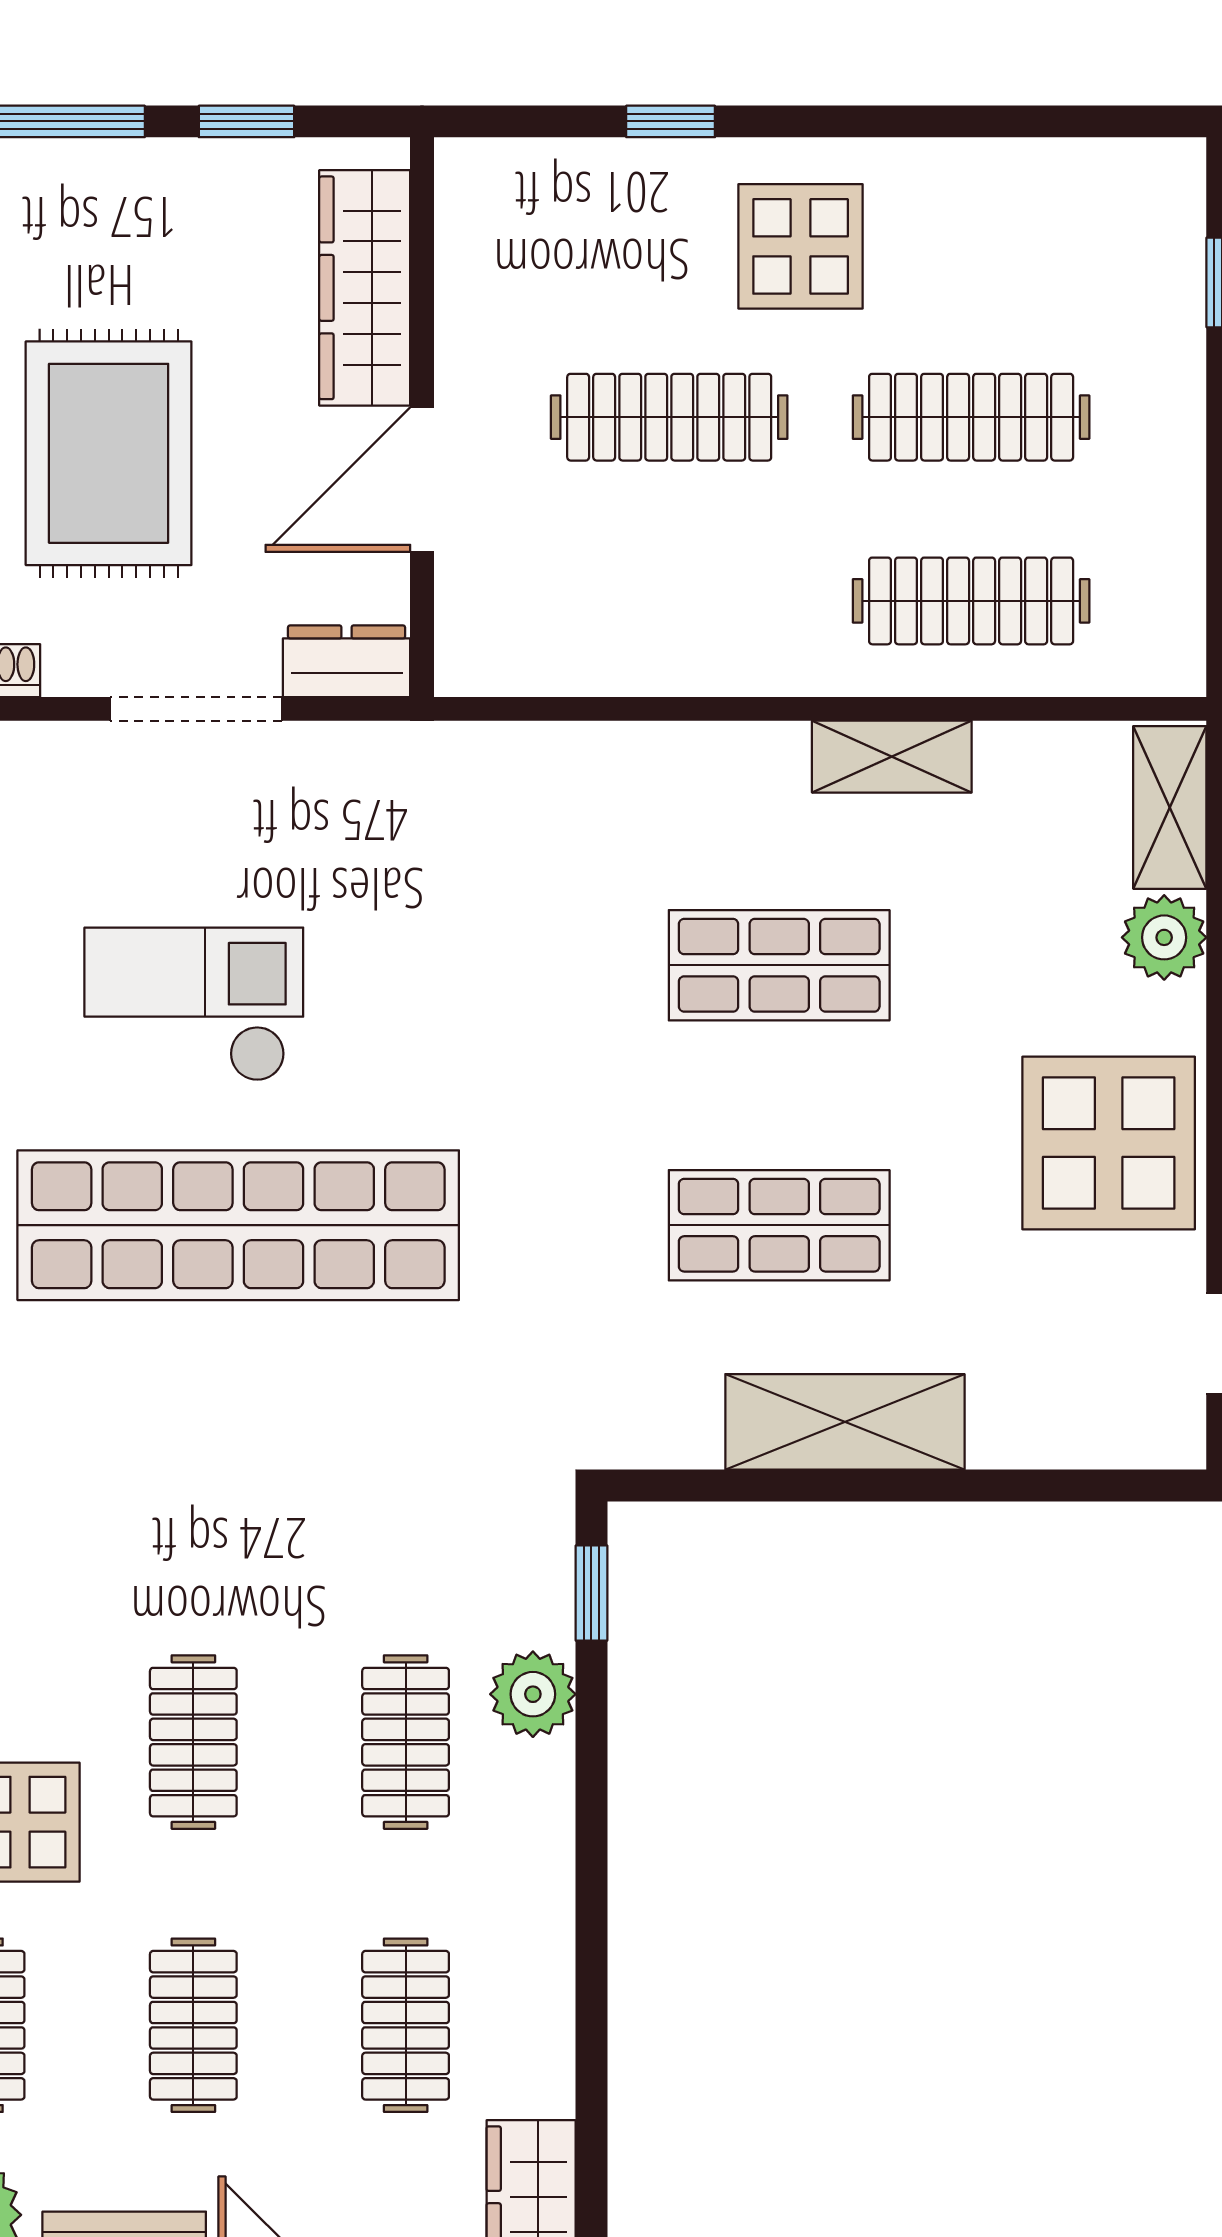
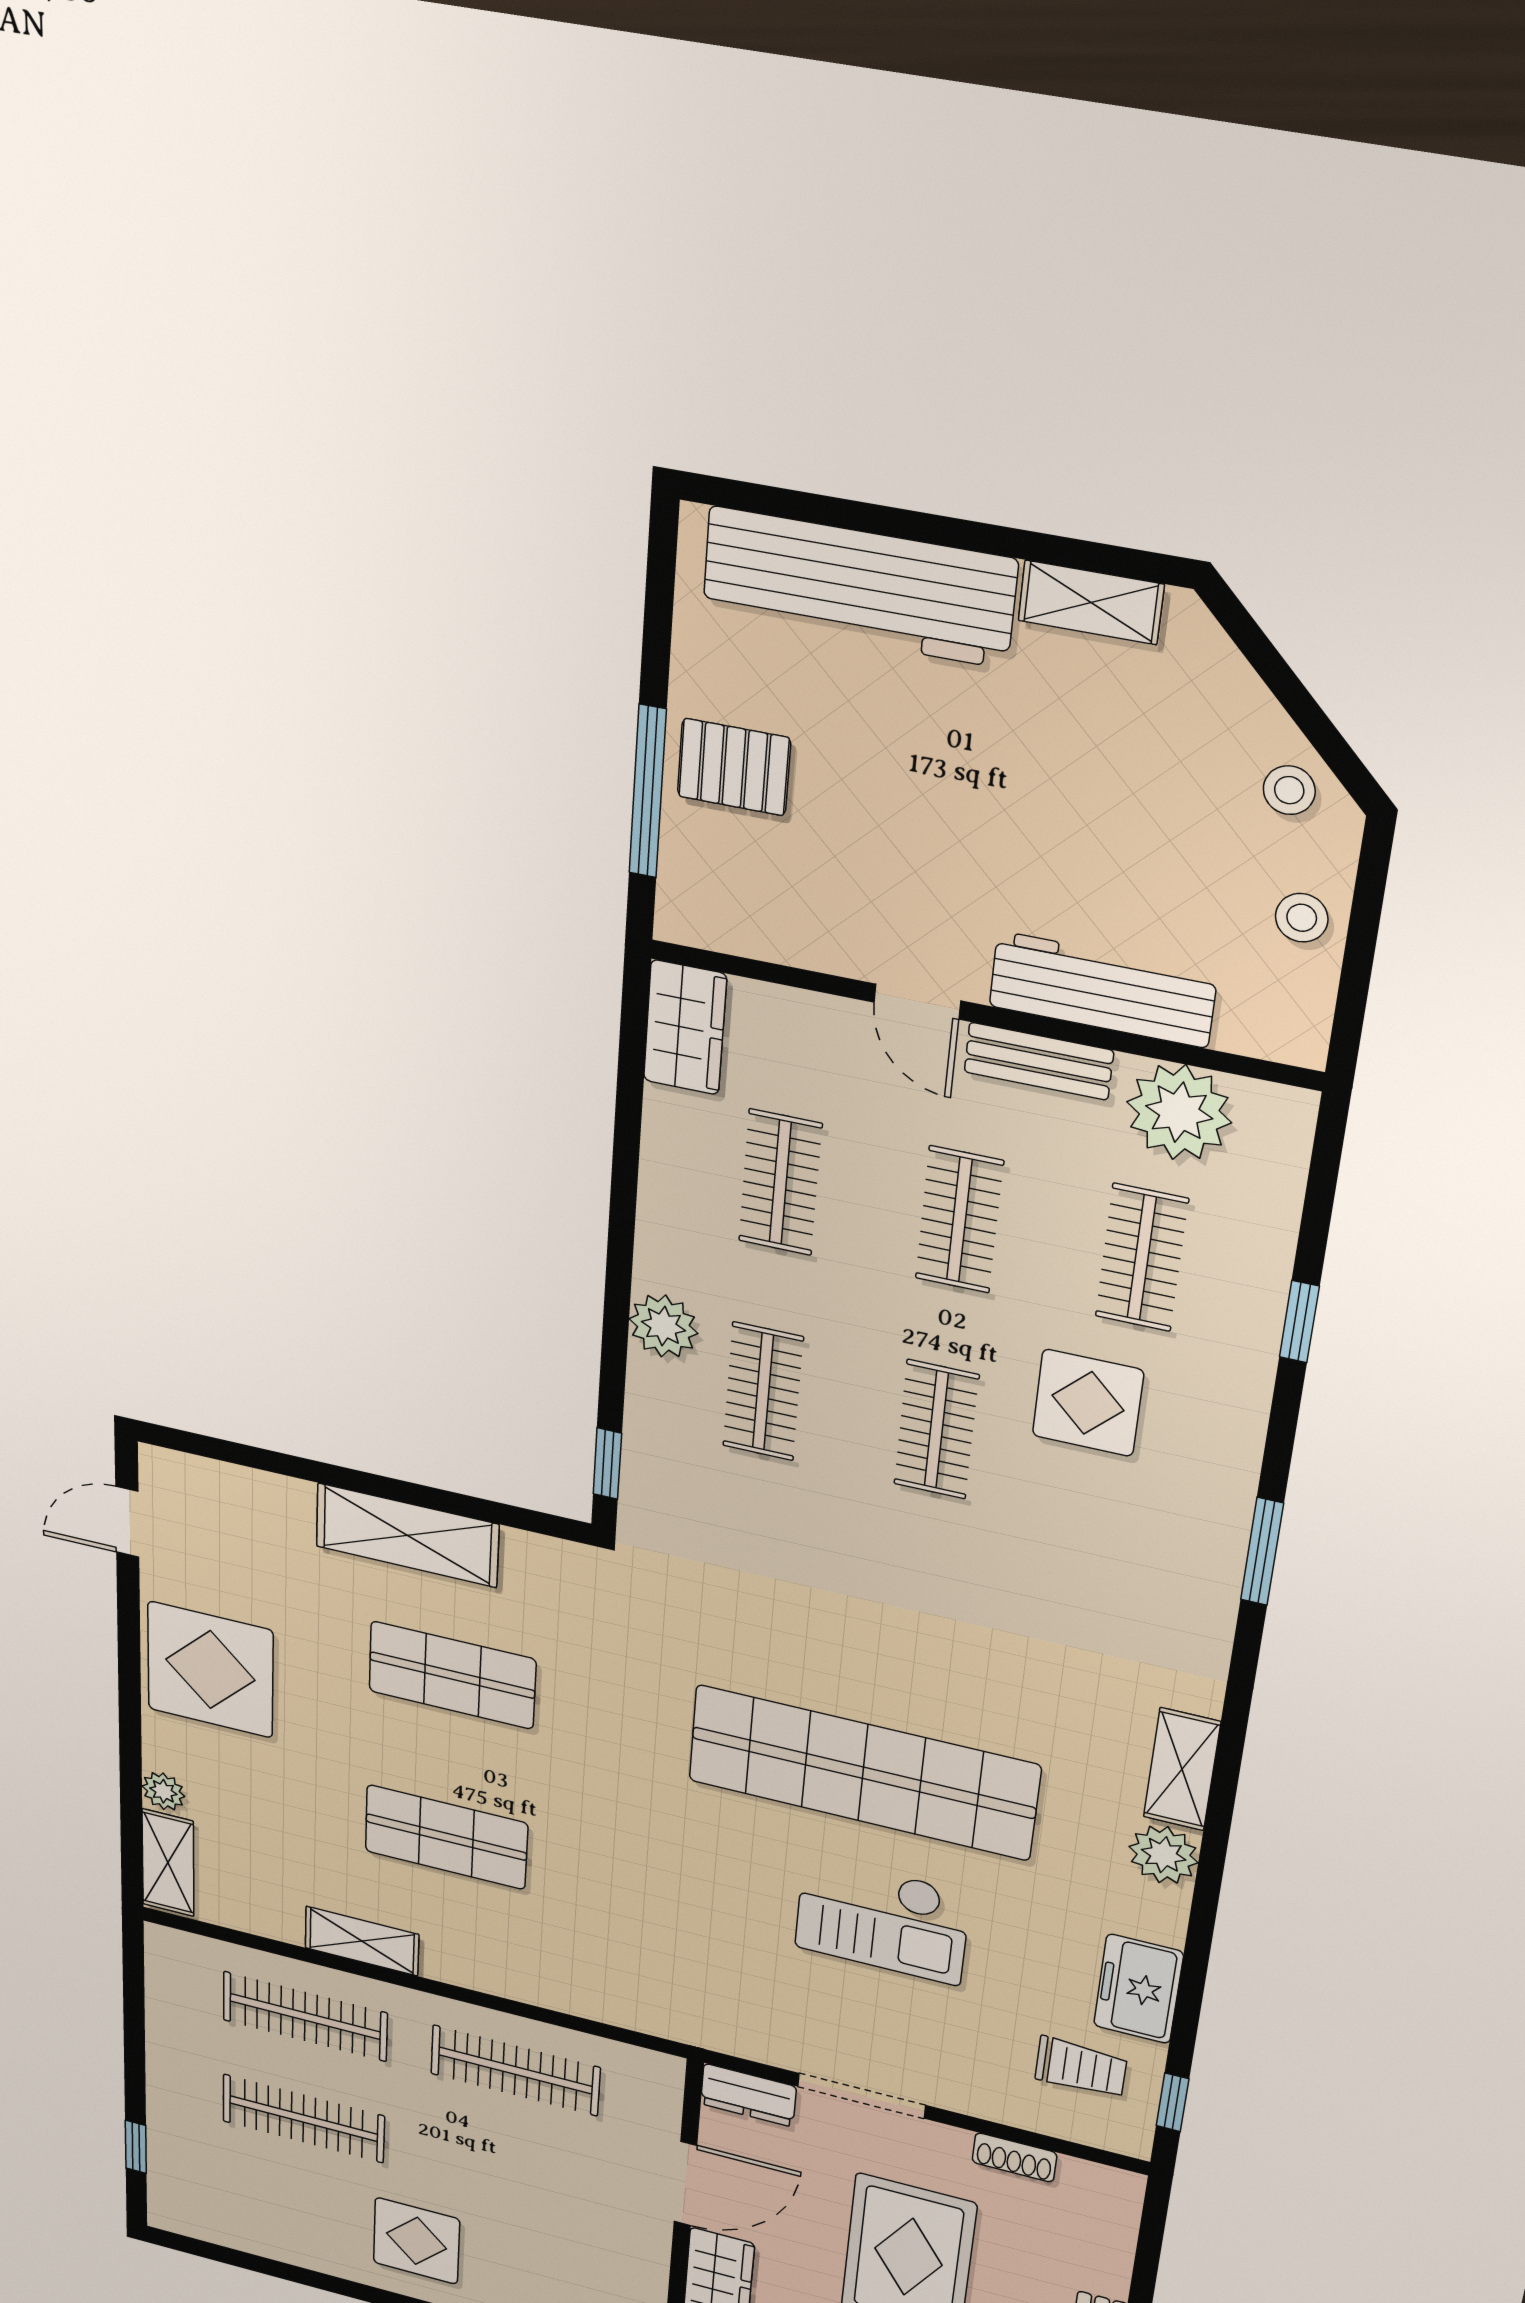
clothes rail: (669, 417) -> (515, 2070), moved
plant: (1164, 937) -> (163, 1791), width x0.73, depth x0.73
plant: (533, 1694) -> (663, 1326), moved

